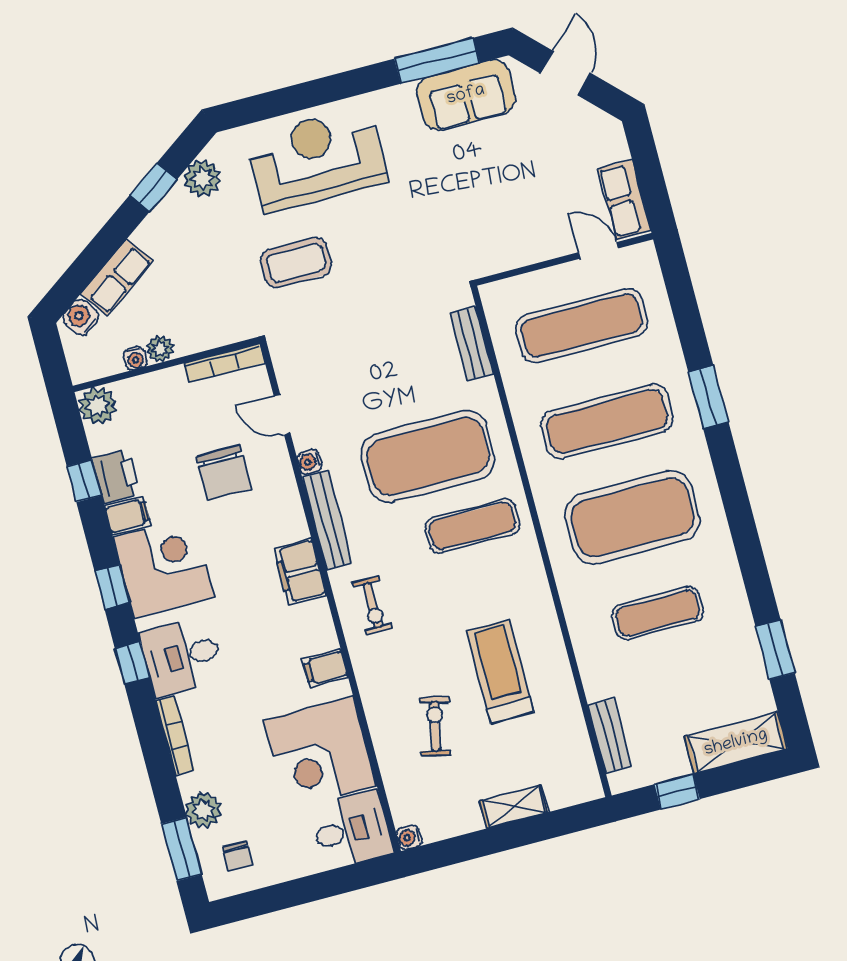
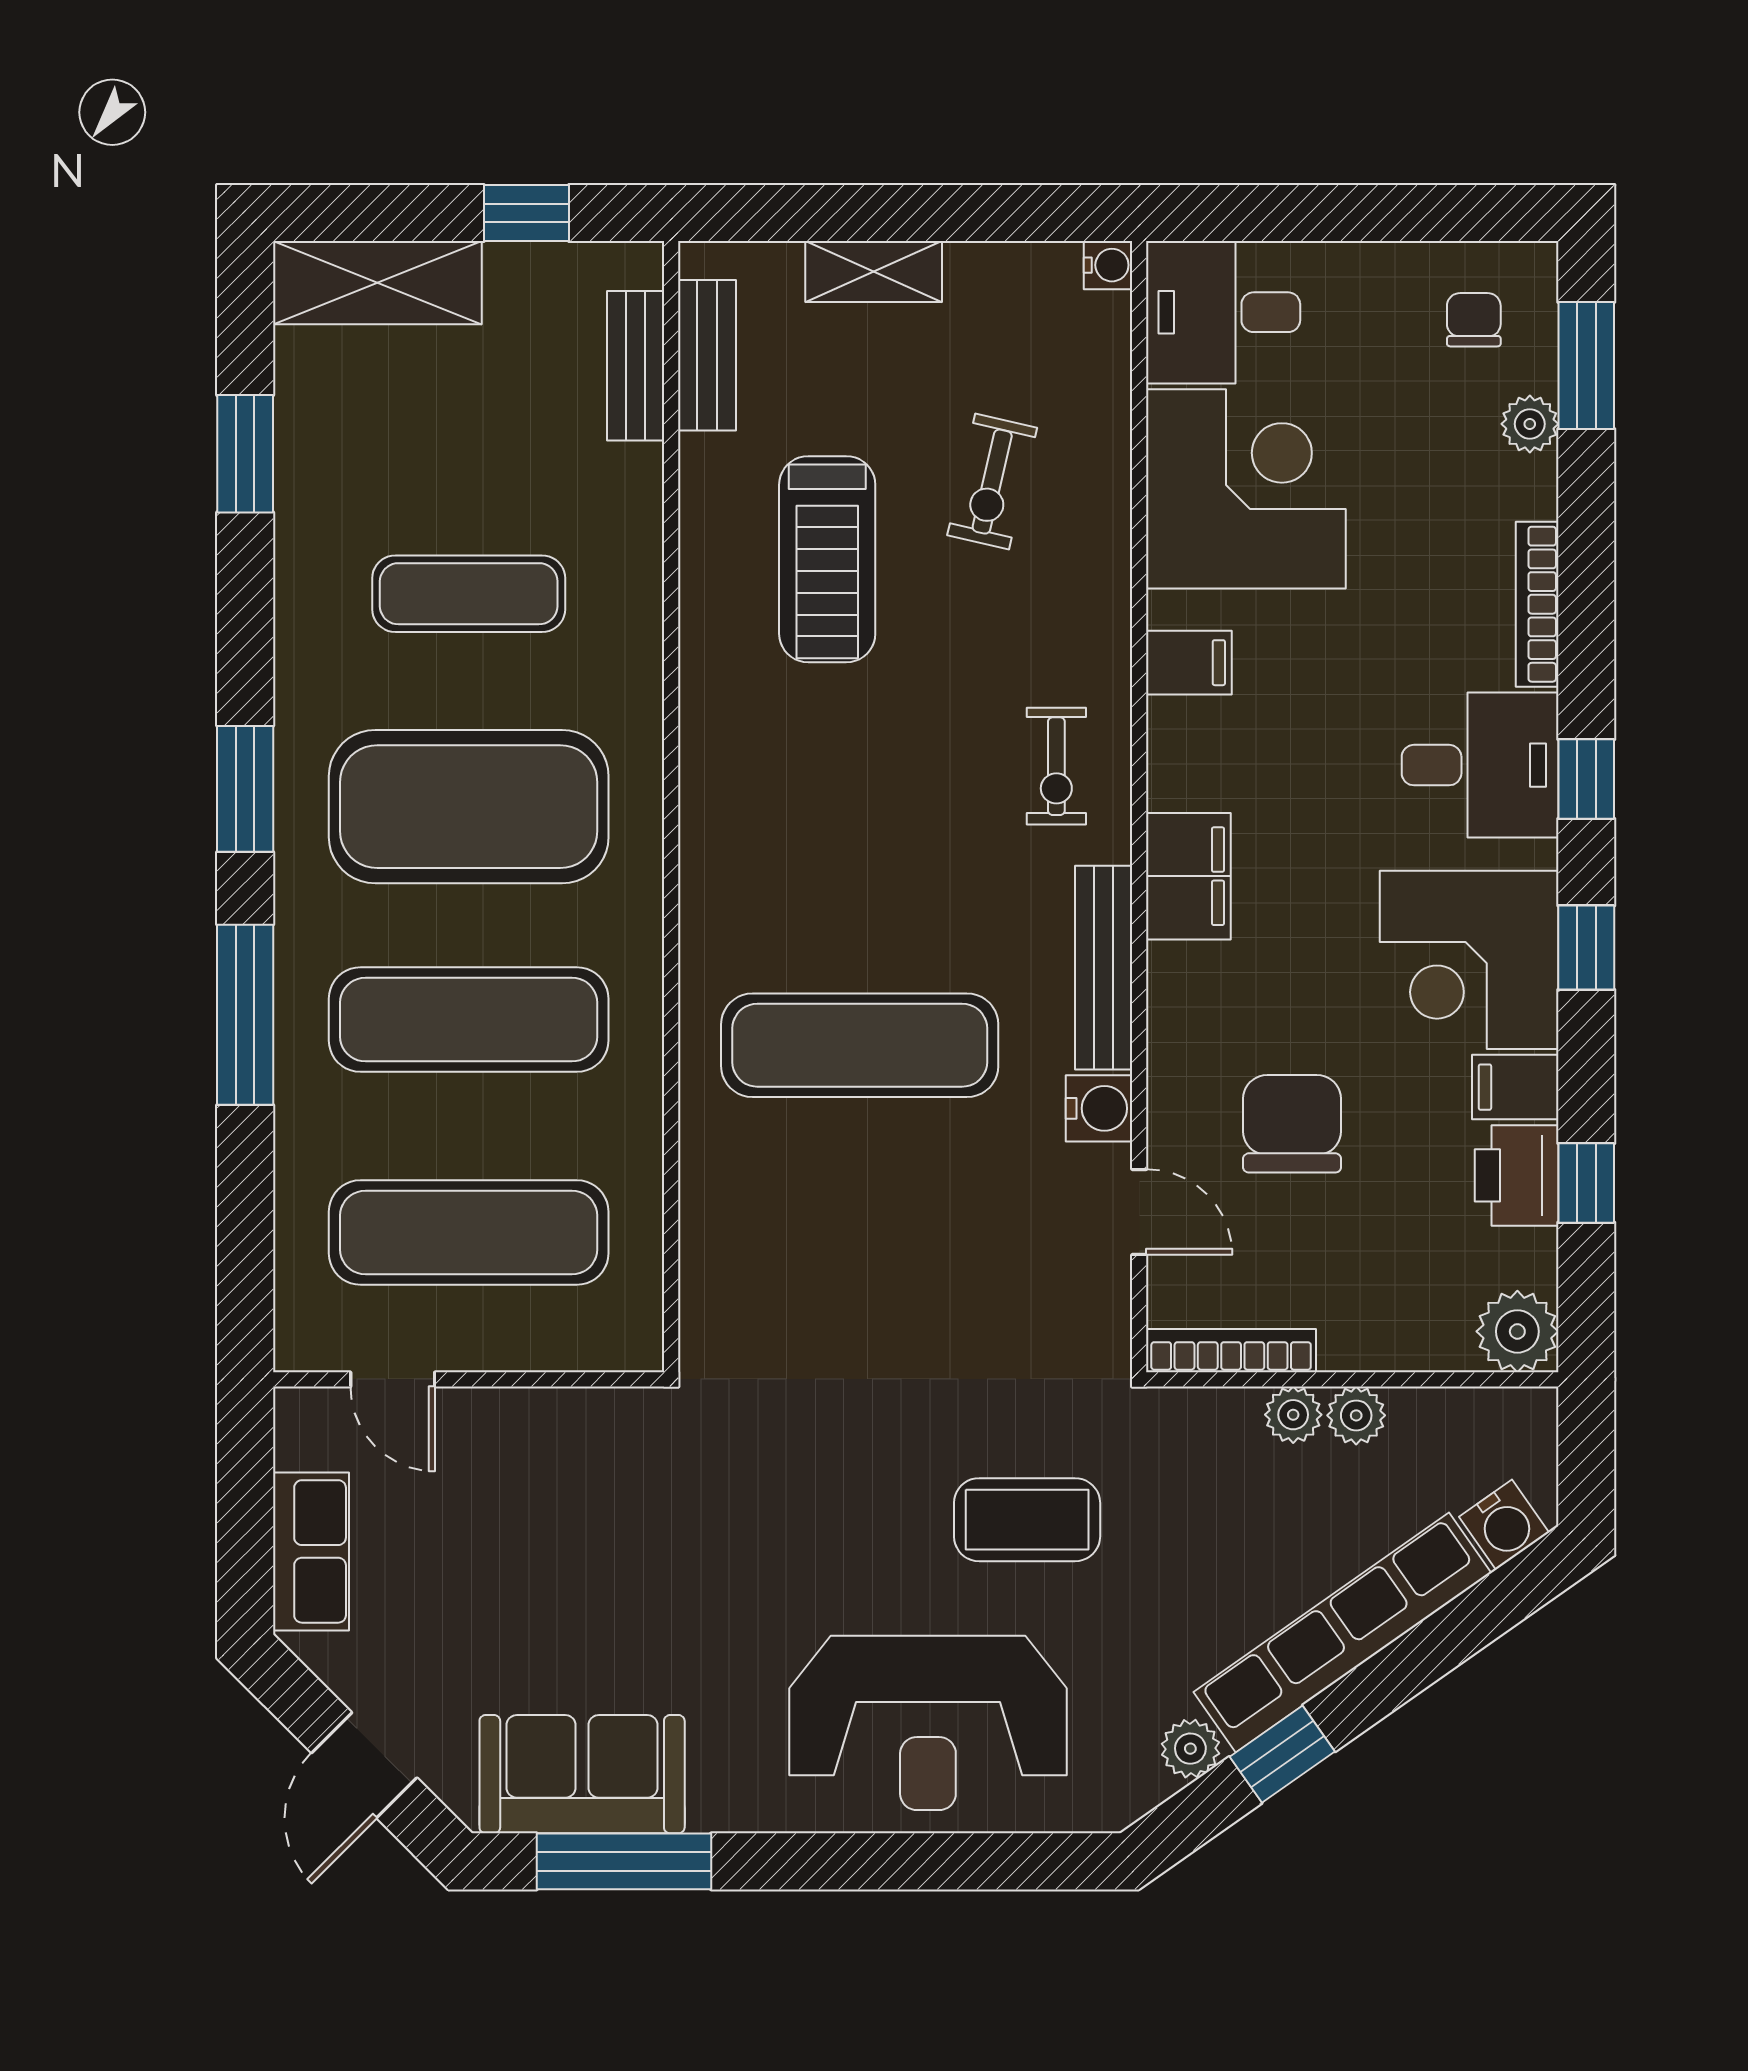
plant: (202, 178) -> (1190, 1749), width x0.73, depth x0.73
row of seats: (624, 200) -> (311, 1551), moved
row of seats: (117, 277) -> (1342, 1632), width x2.02
plant: (189, 342) -> (1293, 1415), added
bench: (472, 344) -> (707, 355), moved
water cooler: (135, 358) -> (1414, 1409), removed
window: (708, 397) -> (245, 1015), width x1.44
exercise mat: (428, 456) -> (860, 1045), width x0.68
water cooler: (310, 462) -> (1099, 1108), width x1.38, depth x1.38
window: (735, 499) -> (245, 789), added
exercise mat: (472, 526) -> (805, 877), removed
exercise bike: (373, 606) -> (1056, 766), turned 180
plant: (204, 810) -> (1530, 424), width x0.73, depth x0.73

